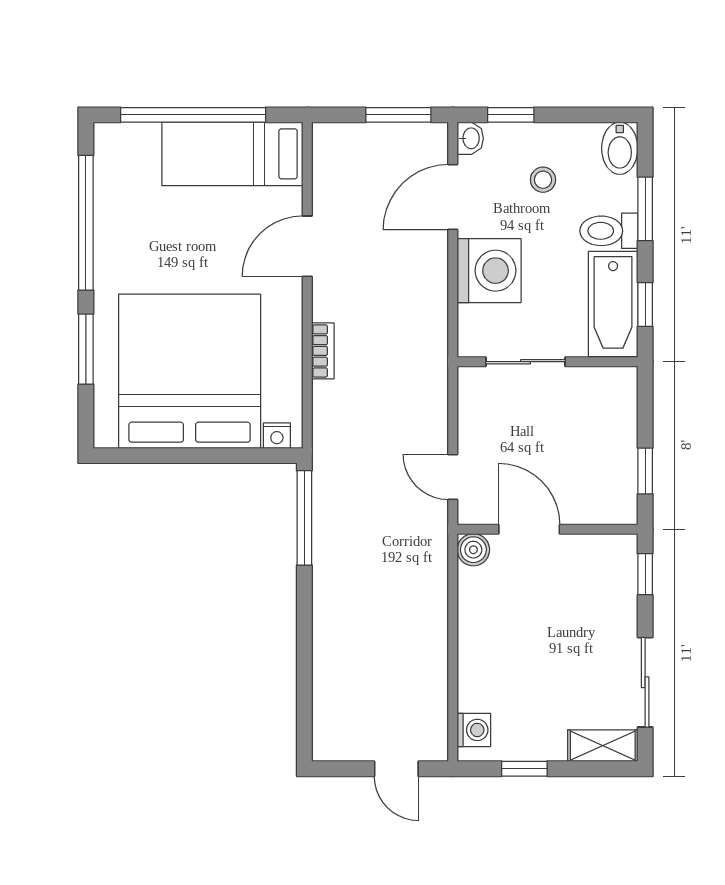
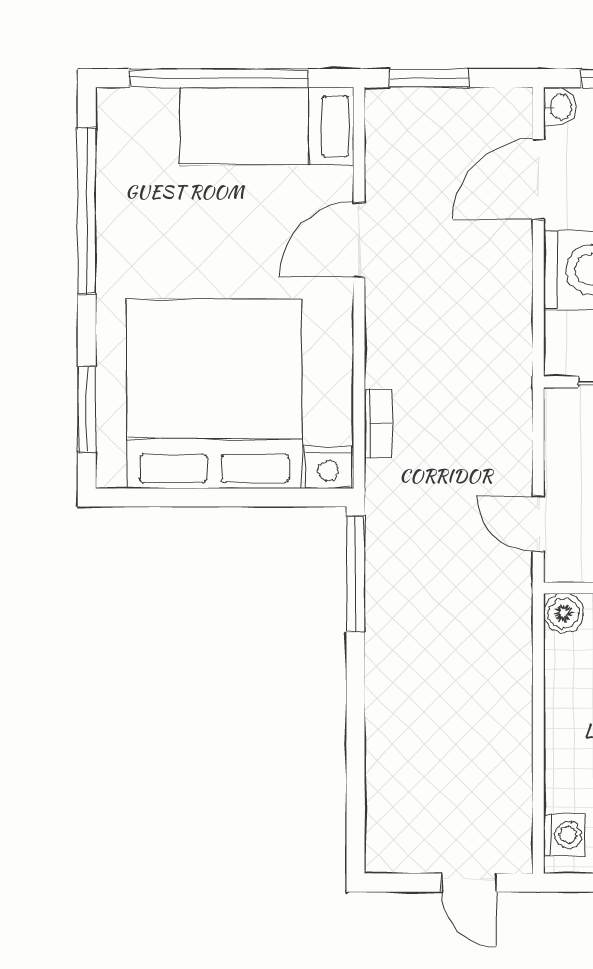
window: (398, 115) -> (429, 78), moved
window: (86, 349) -> (87, 409), moved
bookcase: (323, 351) -> (378, 423), moved
nightstand: (277, 436) -> (328, 467), width x1.39, depth x1.35

